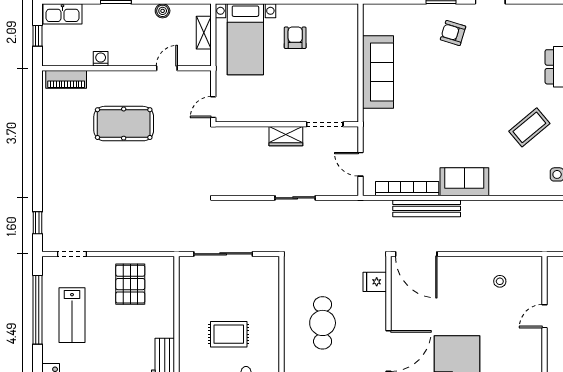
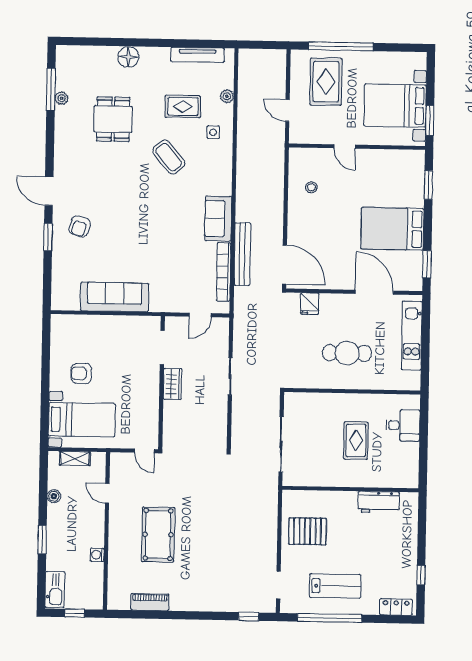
piano: (66, 79) -> (150, 602), moved, turned -90
door: (416, 254) -> (285, 265), hinge flipped

